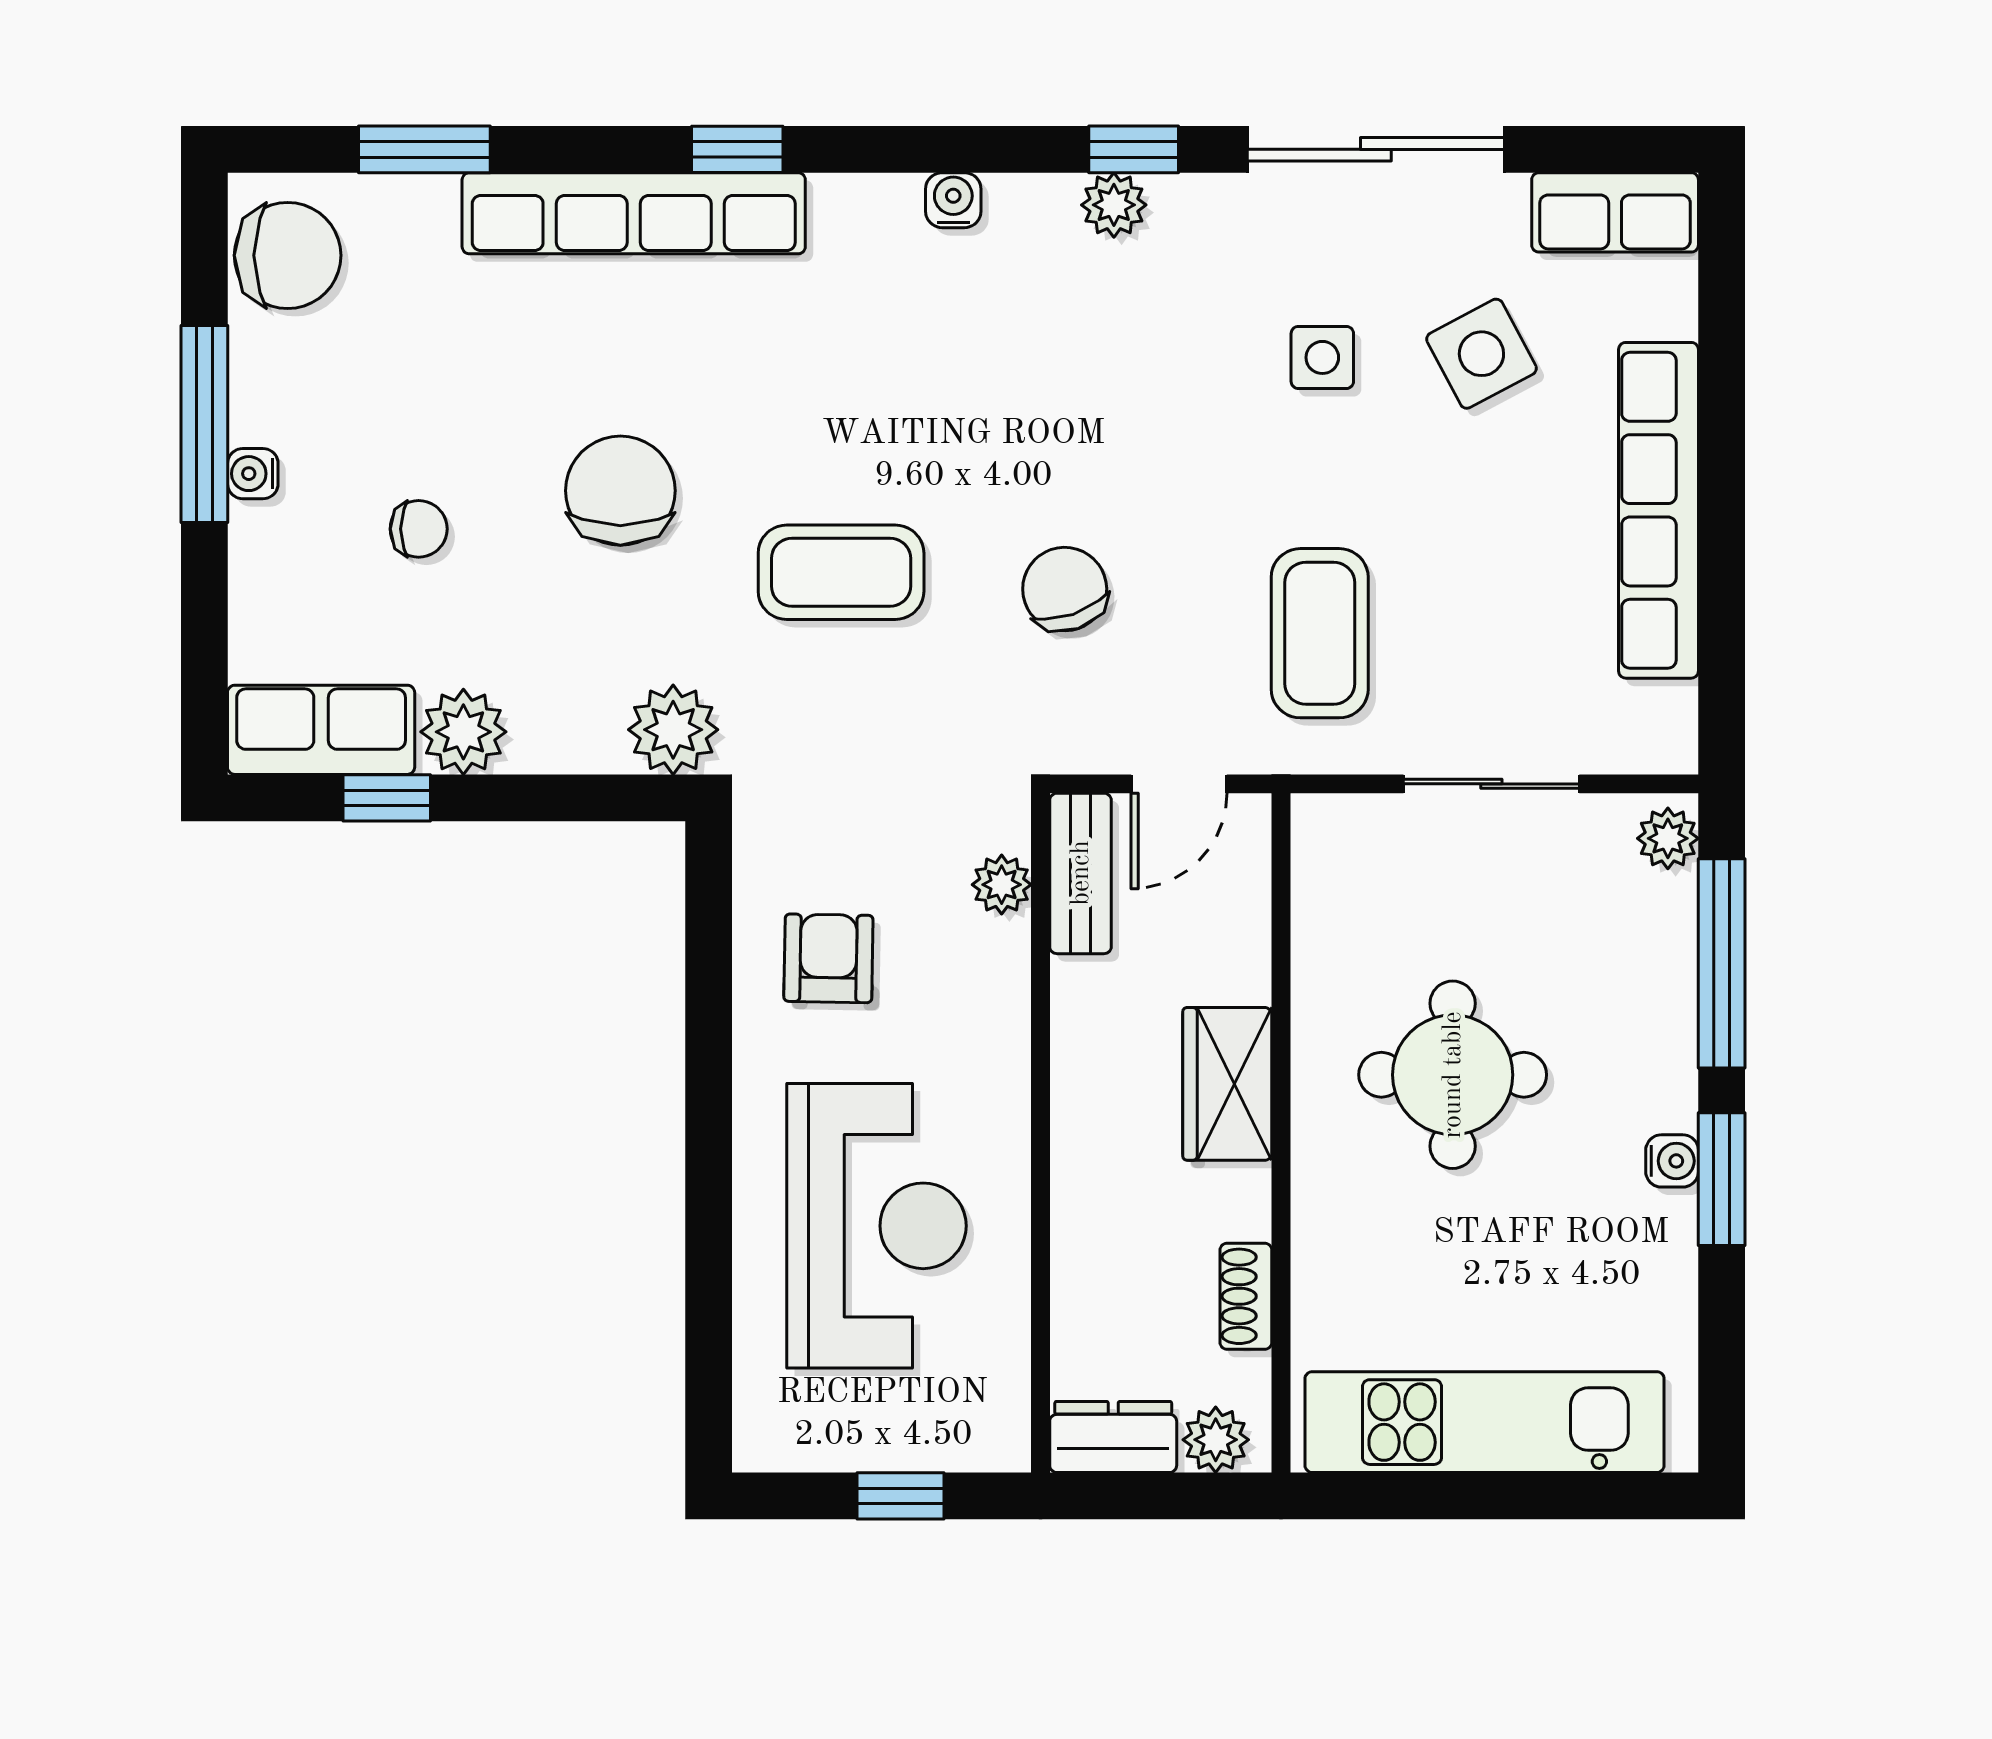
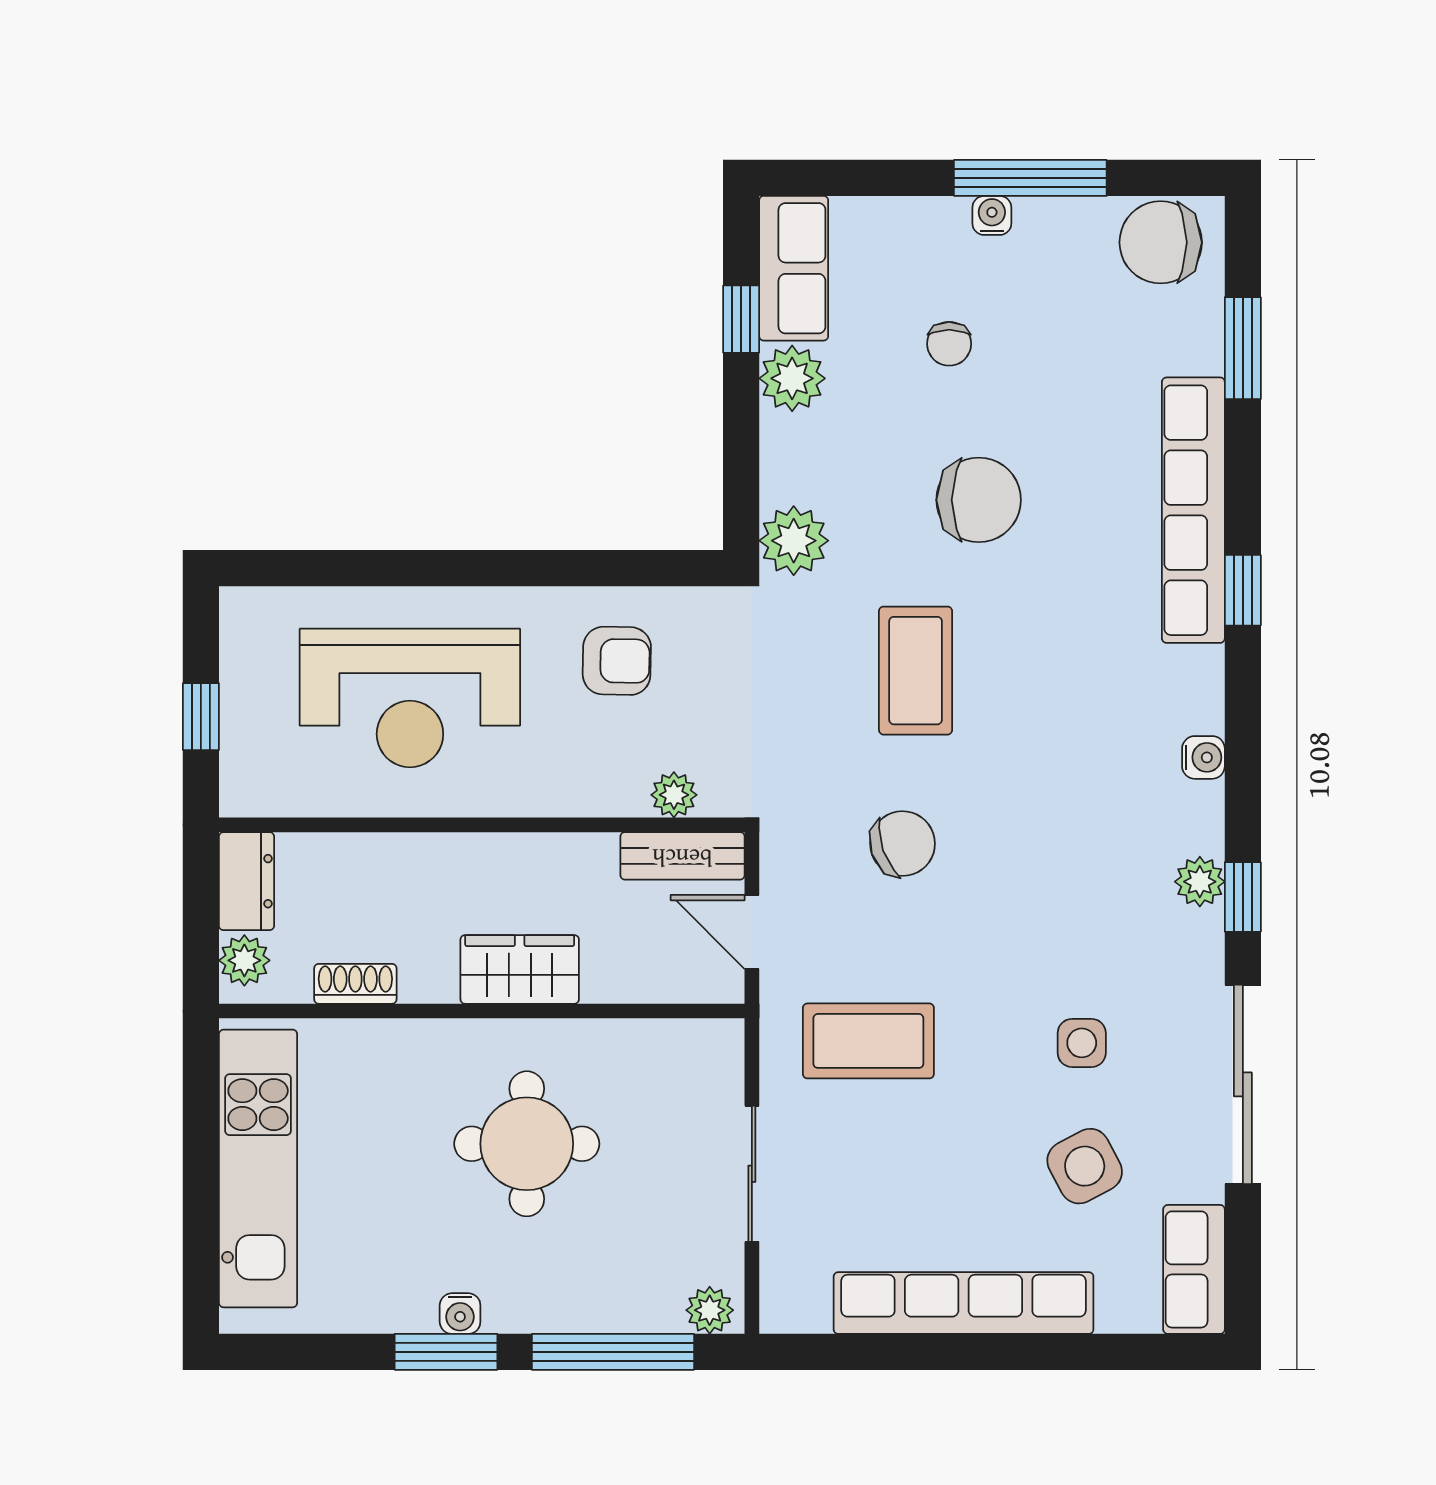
chair: (288, 255) -> (1161, 242), turned 90

